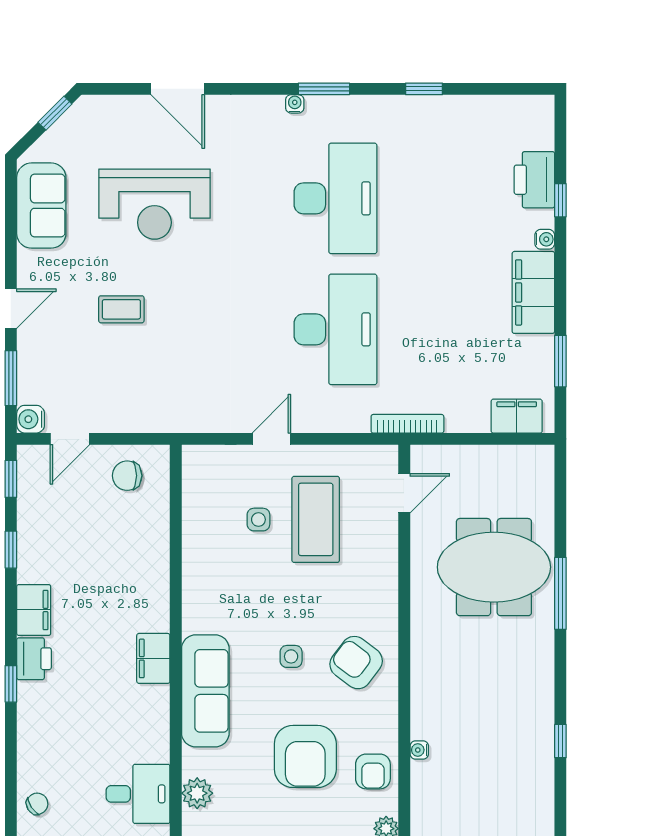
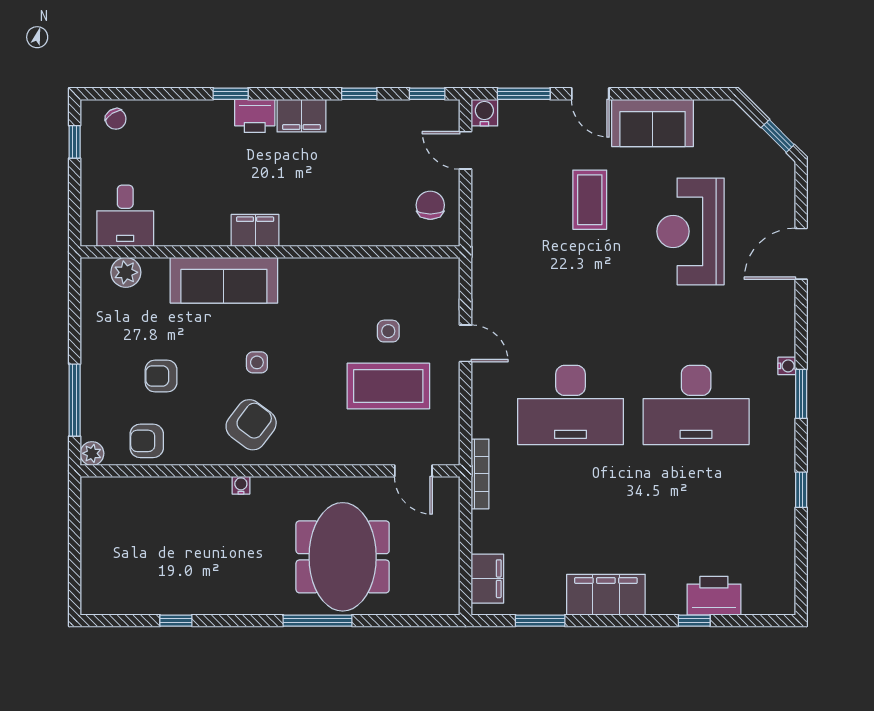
sofa: (41, 206) -> (653, 123), moved
water cooler: (545, 239) -> (657, 606), removed
coffee table: (121, 309) -> (590, 200), width x1.36, depth x1.30
water cooler: (419, 750) -> (241, 485), moved
armchair: (305, 756) -> (161, 376), width x0.53, depth x0.53

